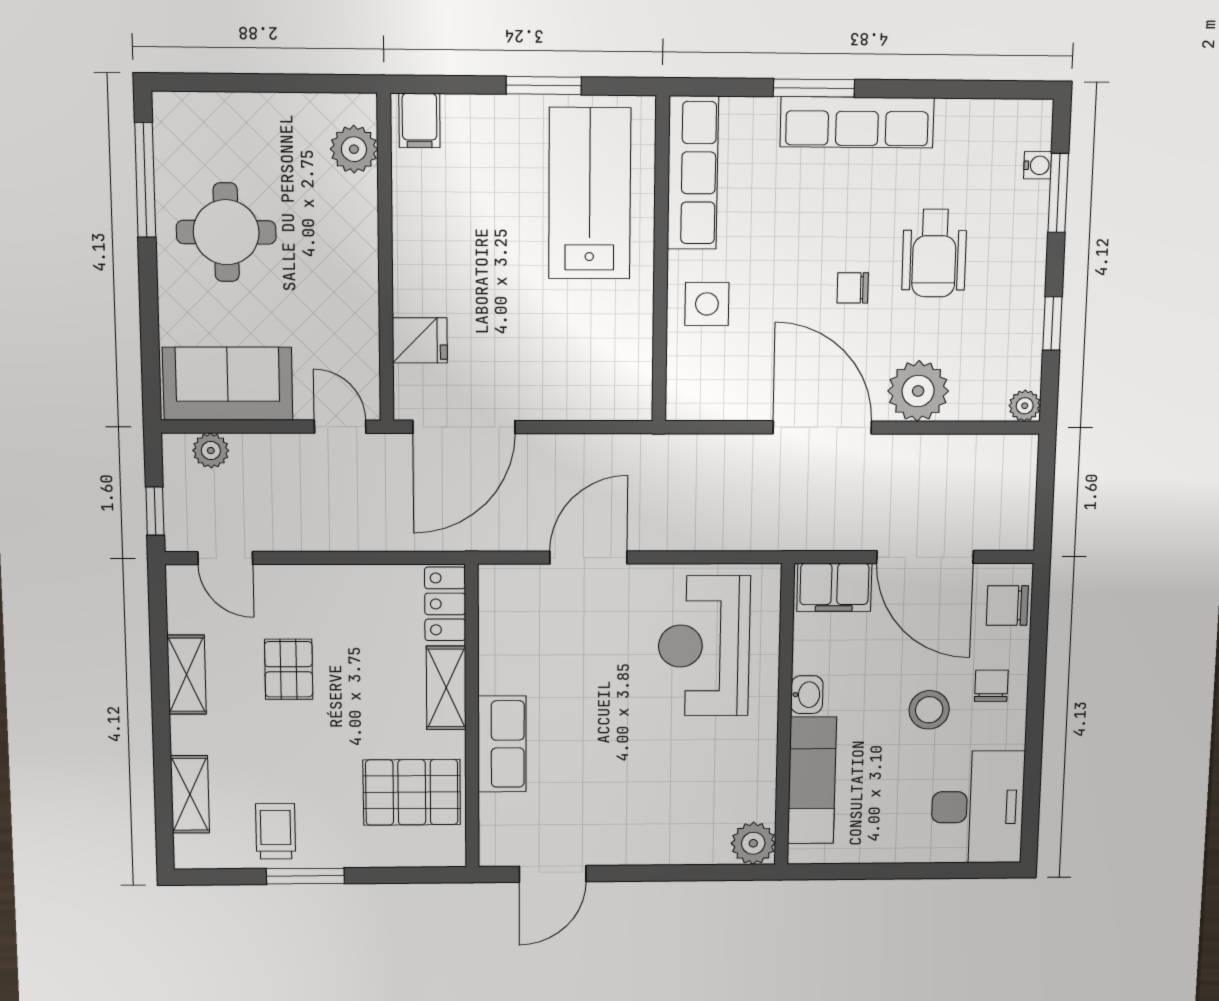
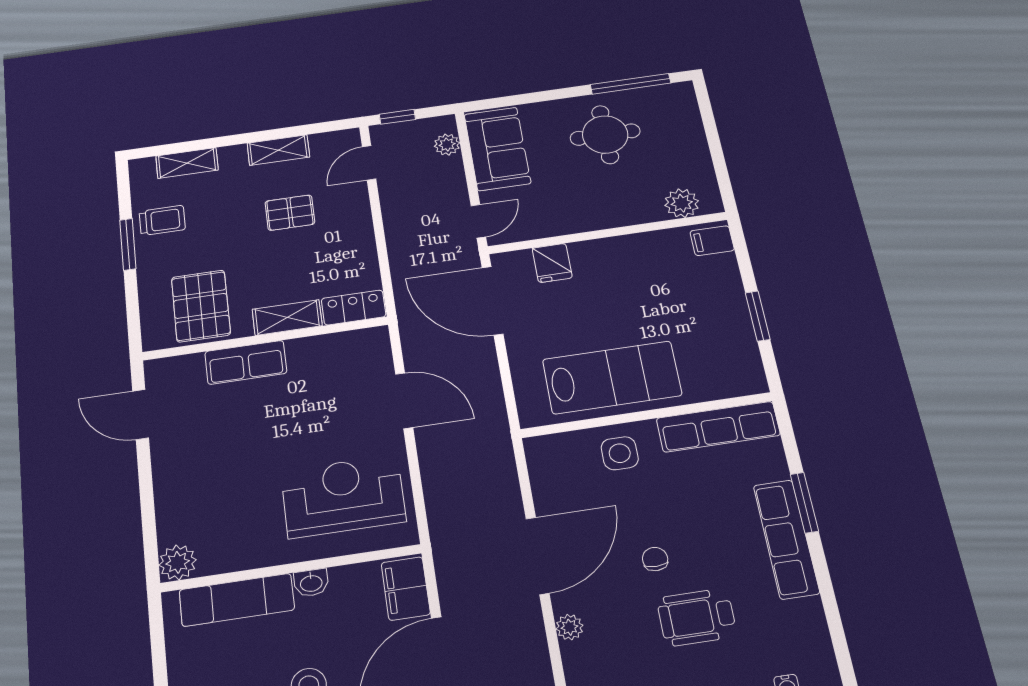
lab bench: (590, 193) -> (612, 377), moved
plant: (918, 391) -> (569, 627), width x0.53, depth x0.53

